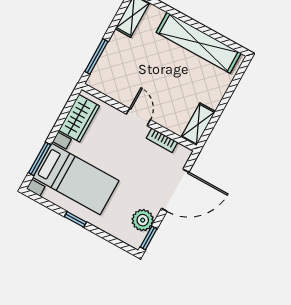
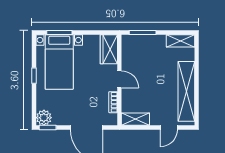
door: (231, 89) -> (169, 128), added
door: (138, 117) -> (119, 79), hinge flipped
wardrobe: (79, 118) -> (109, 49), moved, turned 90
plant: (143, 220) -> (44, 118), moved

